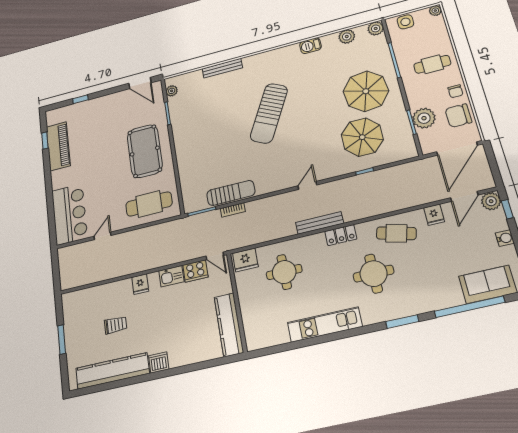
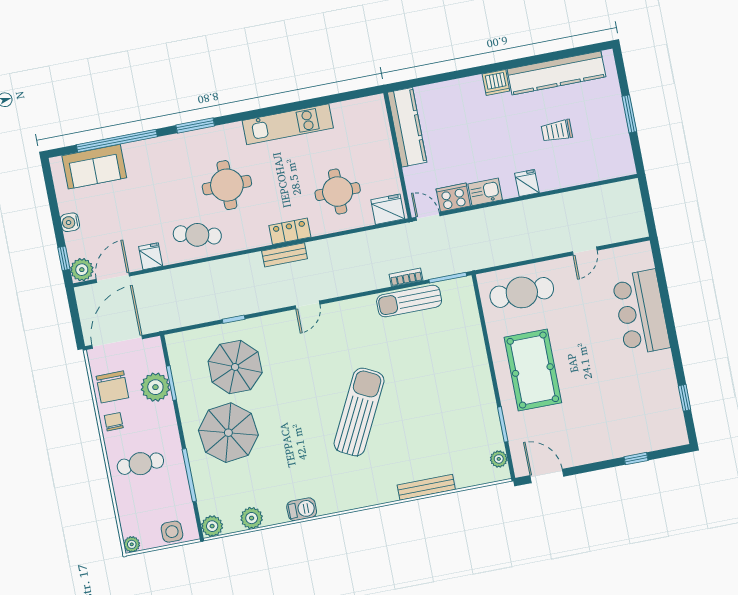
chair: (458, 116) -> (112, 387), turned 90
piano: (58, 146) -> (663, 387), removed
bar counter: (69, 214) -> (641, 312), moved
bench: (320, 223) -> (285, 255), width x0.73
locker: (341, 235) -> (290, 231), moved

